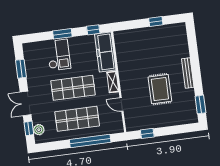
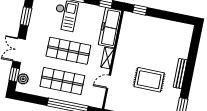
window: (156, 22) -> (140, 10), moved
rug: (160, 89) -> (149, 80), turned 90
door: (122, 104) -> (108, 82), hinge flipped

